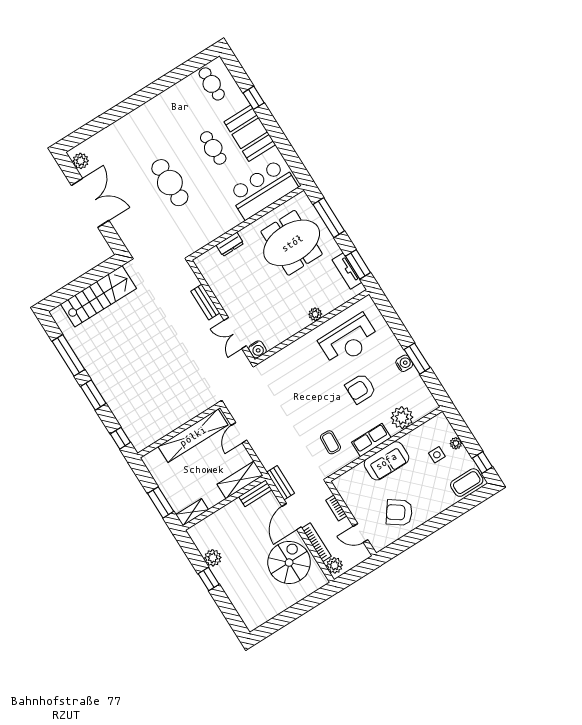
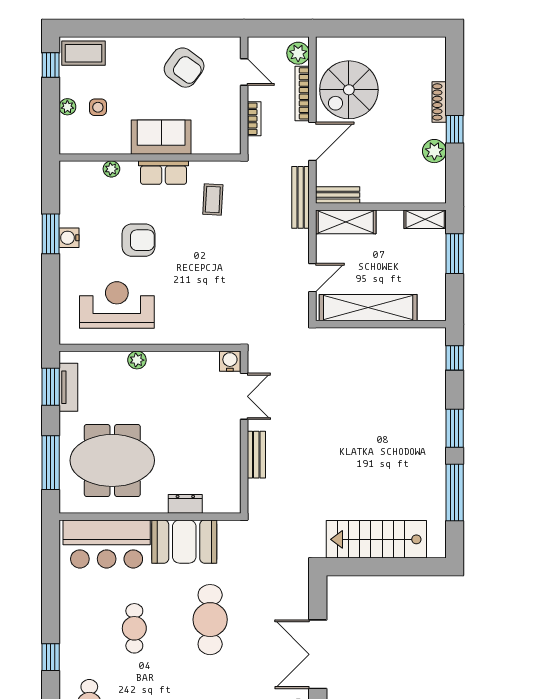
booth: (250, 133) -> (184, 542), moved, turned 90
plant: (402, 418) -> (111, 169), width x0.53, depth x0.53
bench: (280, 483) -> (301, 197), width x1.36
shoe rack: (229, 590) -> (439, 102), added

